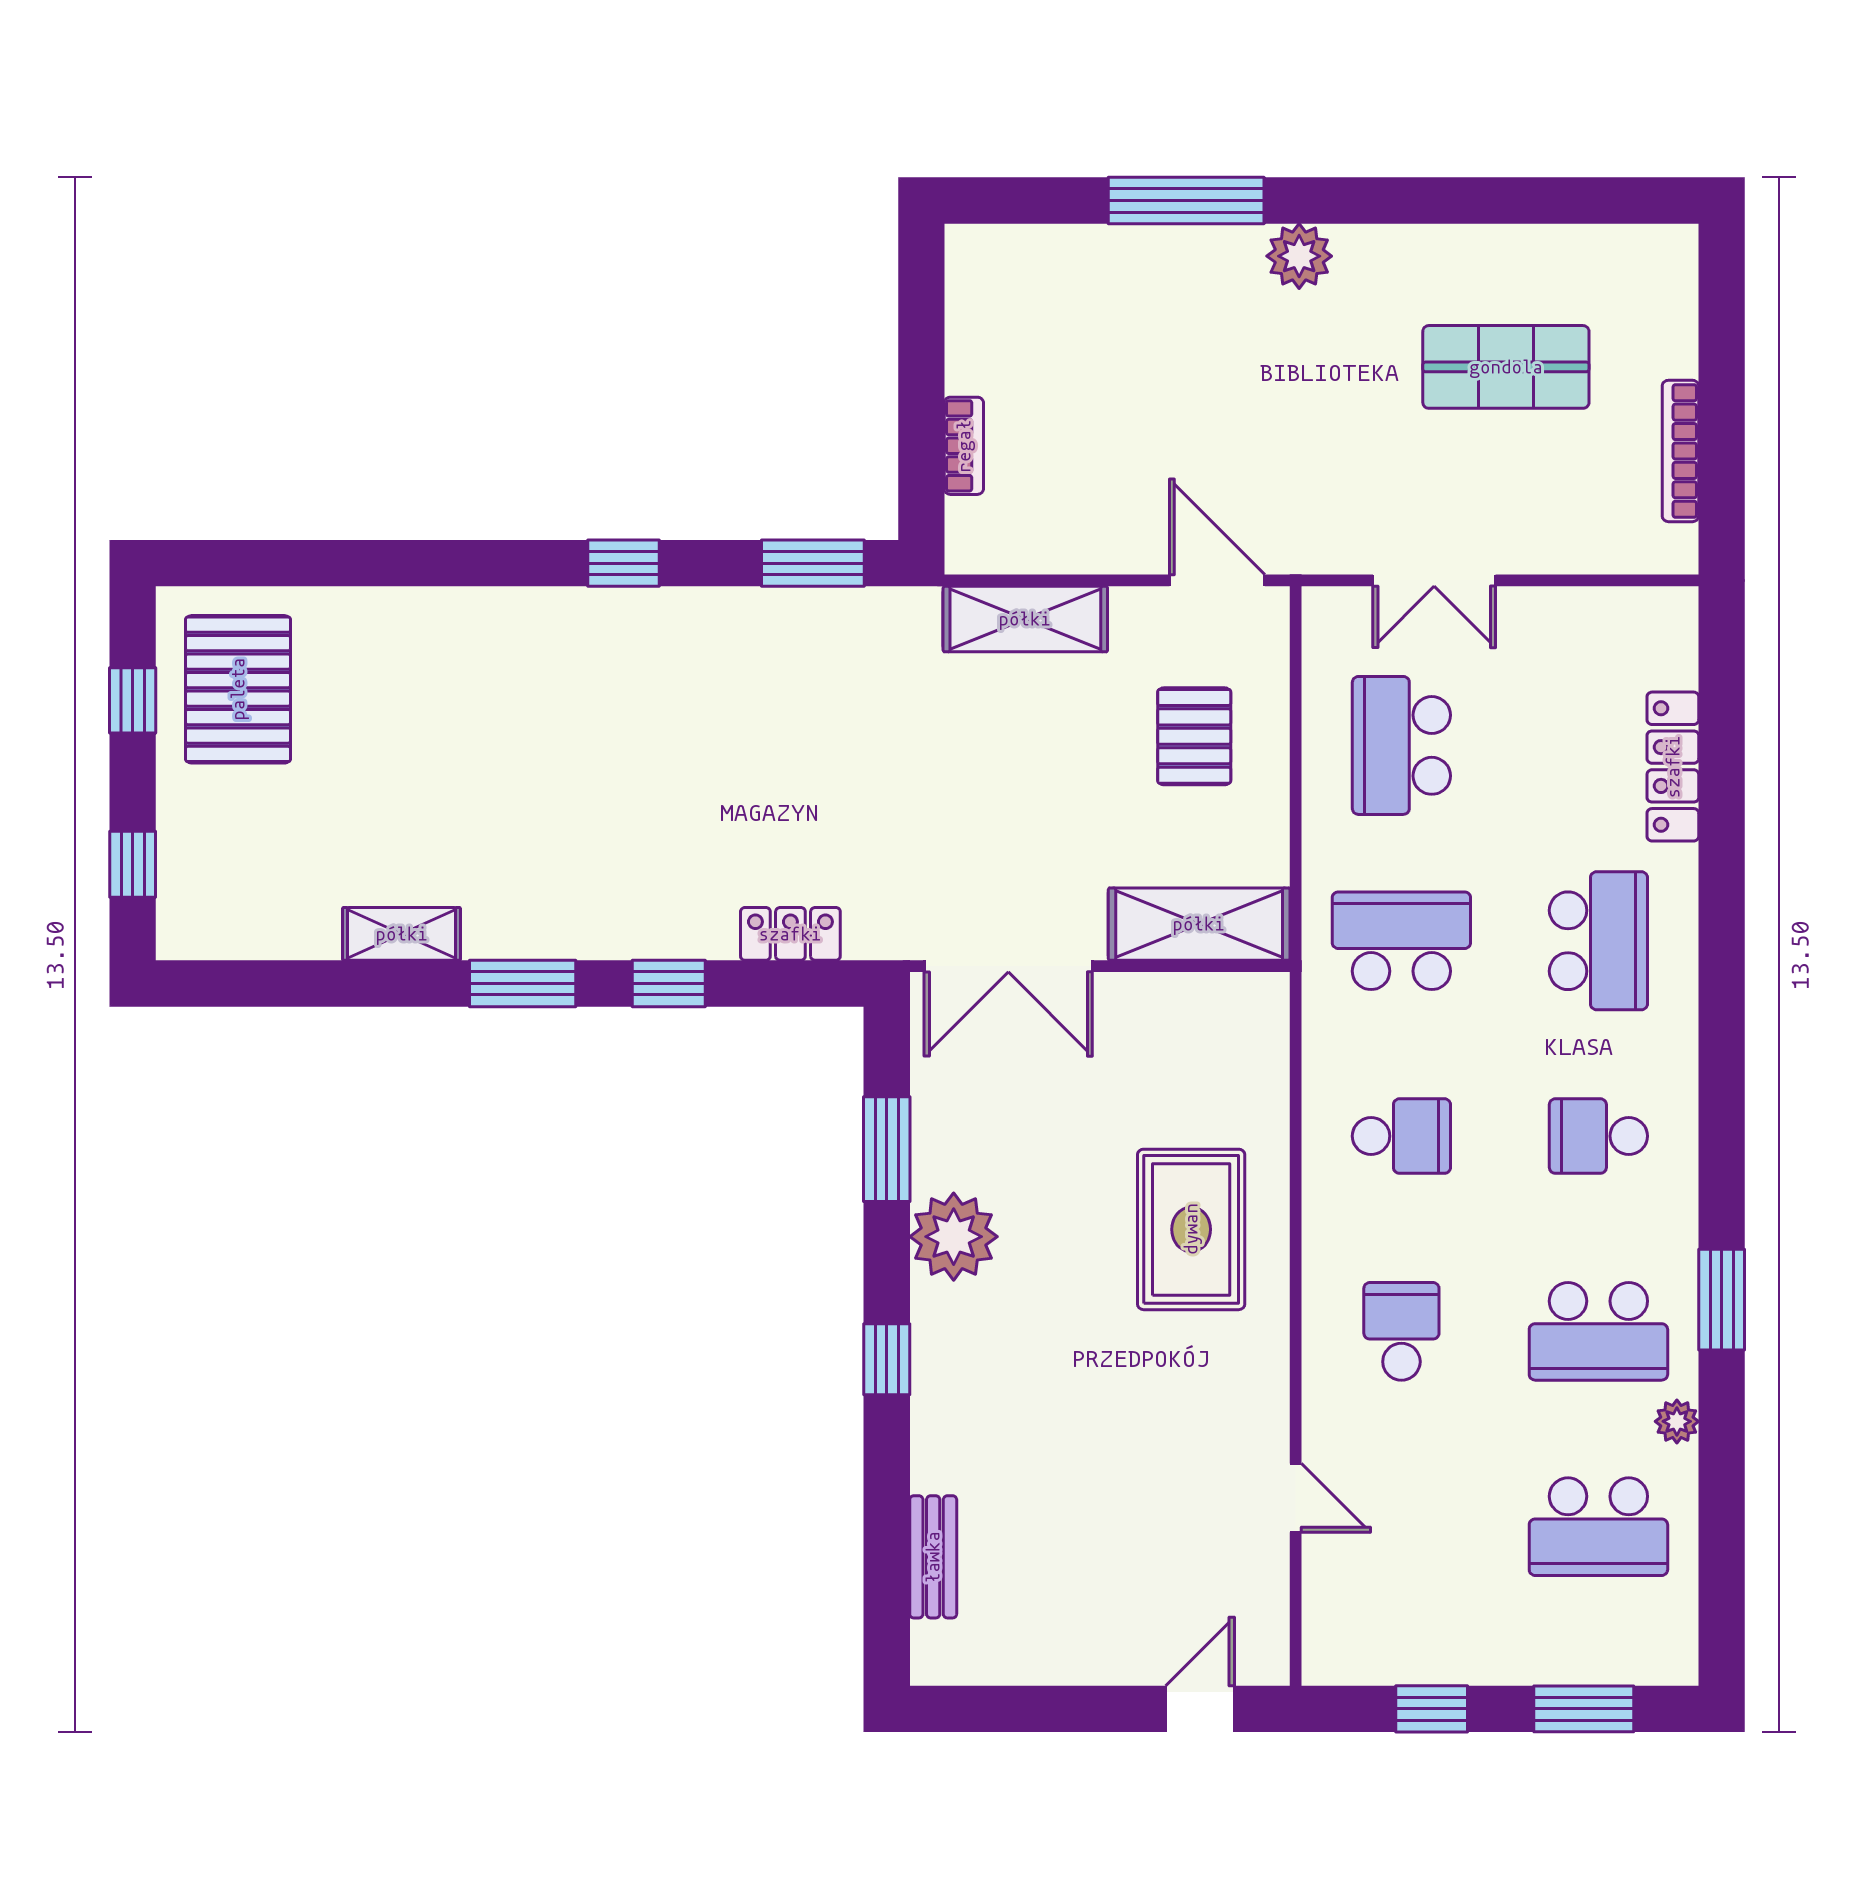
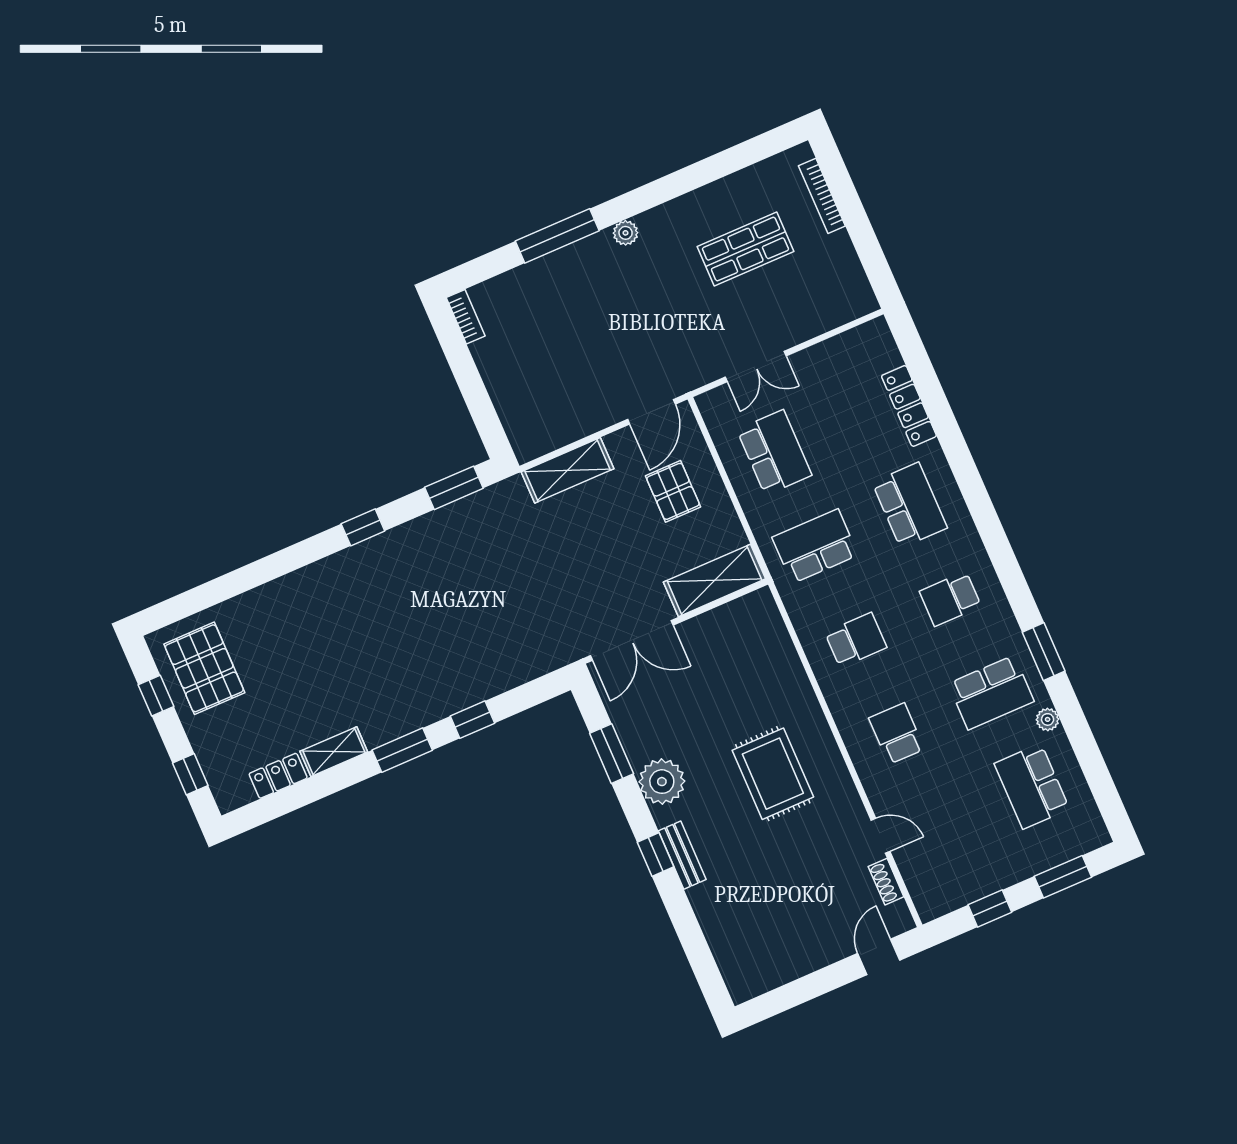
plant: (1299, 256) -> (626, 233), width x0.73, depth x0.73
bookcase: (964, 446) -> (466, 317), moved
bookcase: (1680, 451) -> (822, 196), moved
door: (1217, 580) -> (651, 412), swing flipped
school desk: (1401, 745) -> (774, 452), turned 180
locker: (790, 934) -> (278, 776), moved
rug: (1191, 1229) -> (773, 774), moved
school desk: (1598, 1527) -> (1032, 786), turned 90
bench: (933, 1557) -> (682, 855), moved
shoe rack: (1270, 1583) -> (886, 882), added

